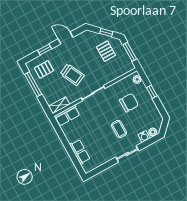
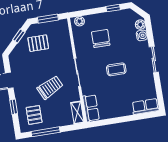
window: (152, 92) -> (113, 8), moved
coffee table: (119, 129) -> (116, 69), moved
row of seats: (80, 152) -> (145, 106), moved

